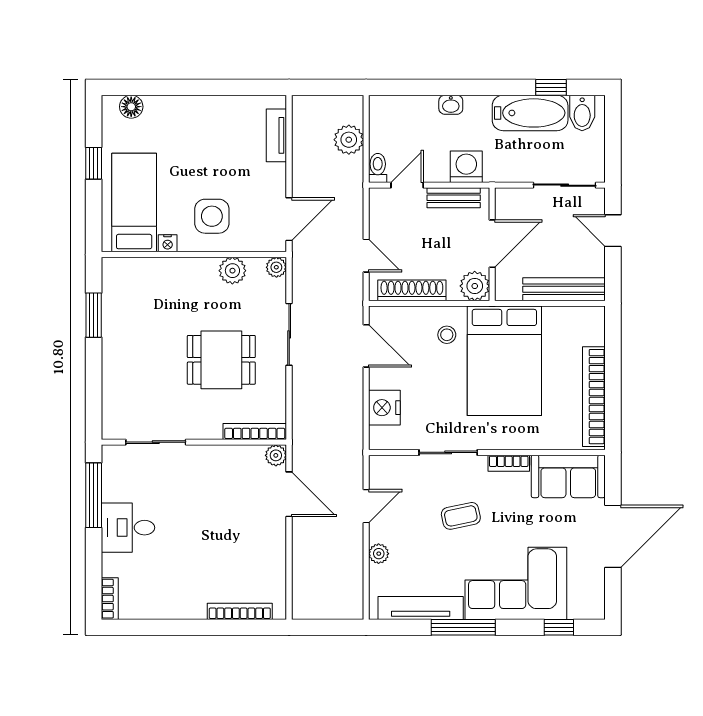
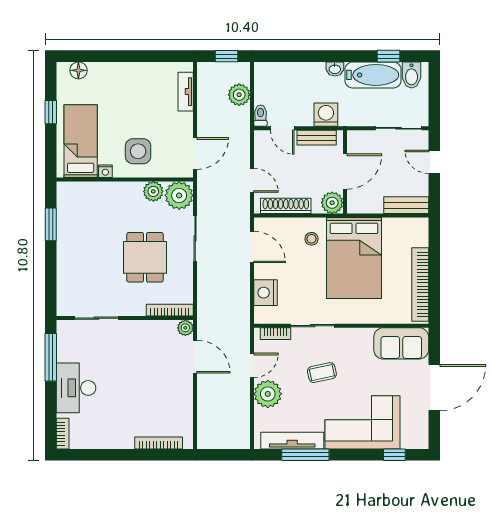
window: (332, 87) -> (227, 56), added
washbasin: (451, 105) -> (335, 69), moved
door: (407, 185) -> (282, 128), swing flipped
plant: (276, 267) -> (179, 195), width x1.88, depth x1.88
bench: (564, 289) -> (406, 205), width x0.73
dining table: (221, 360) -> (145, 257), turned 90
bookcase: (509, 463) -> (276, 334), moved
desk: (128, 528) -> (76, 388), width x1.37
plant: (379, 554) -> (268, 394), width x1.87, depth x1.87
window: (463, 627) -> (305, 455), moved

